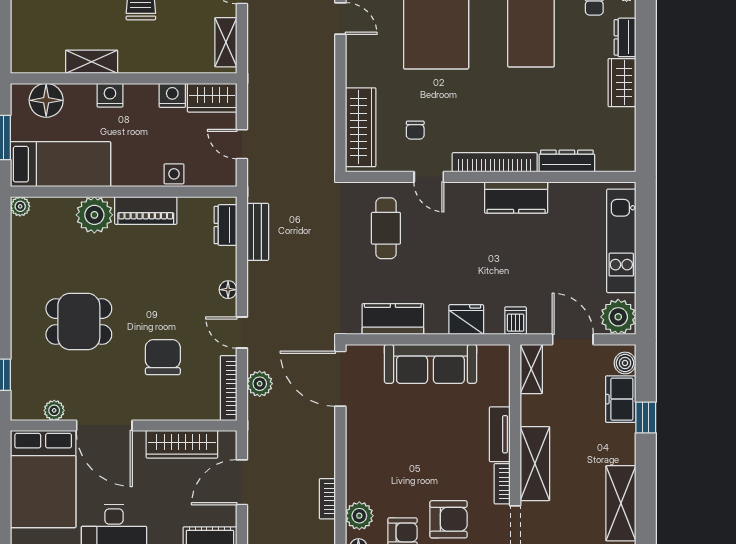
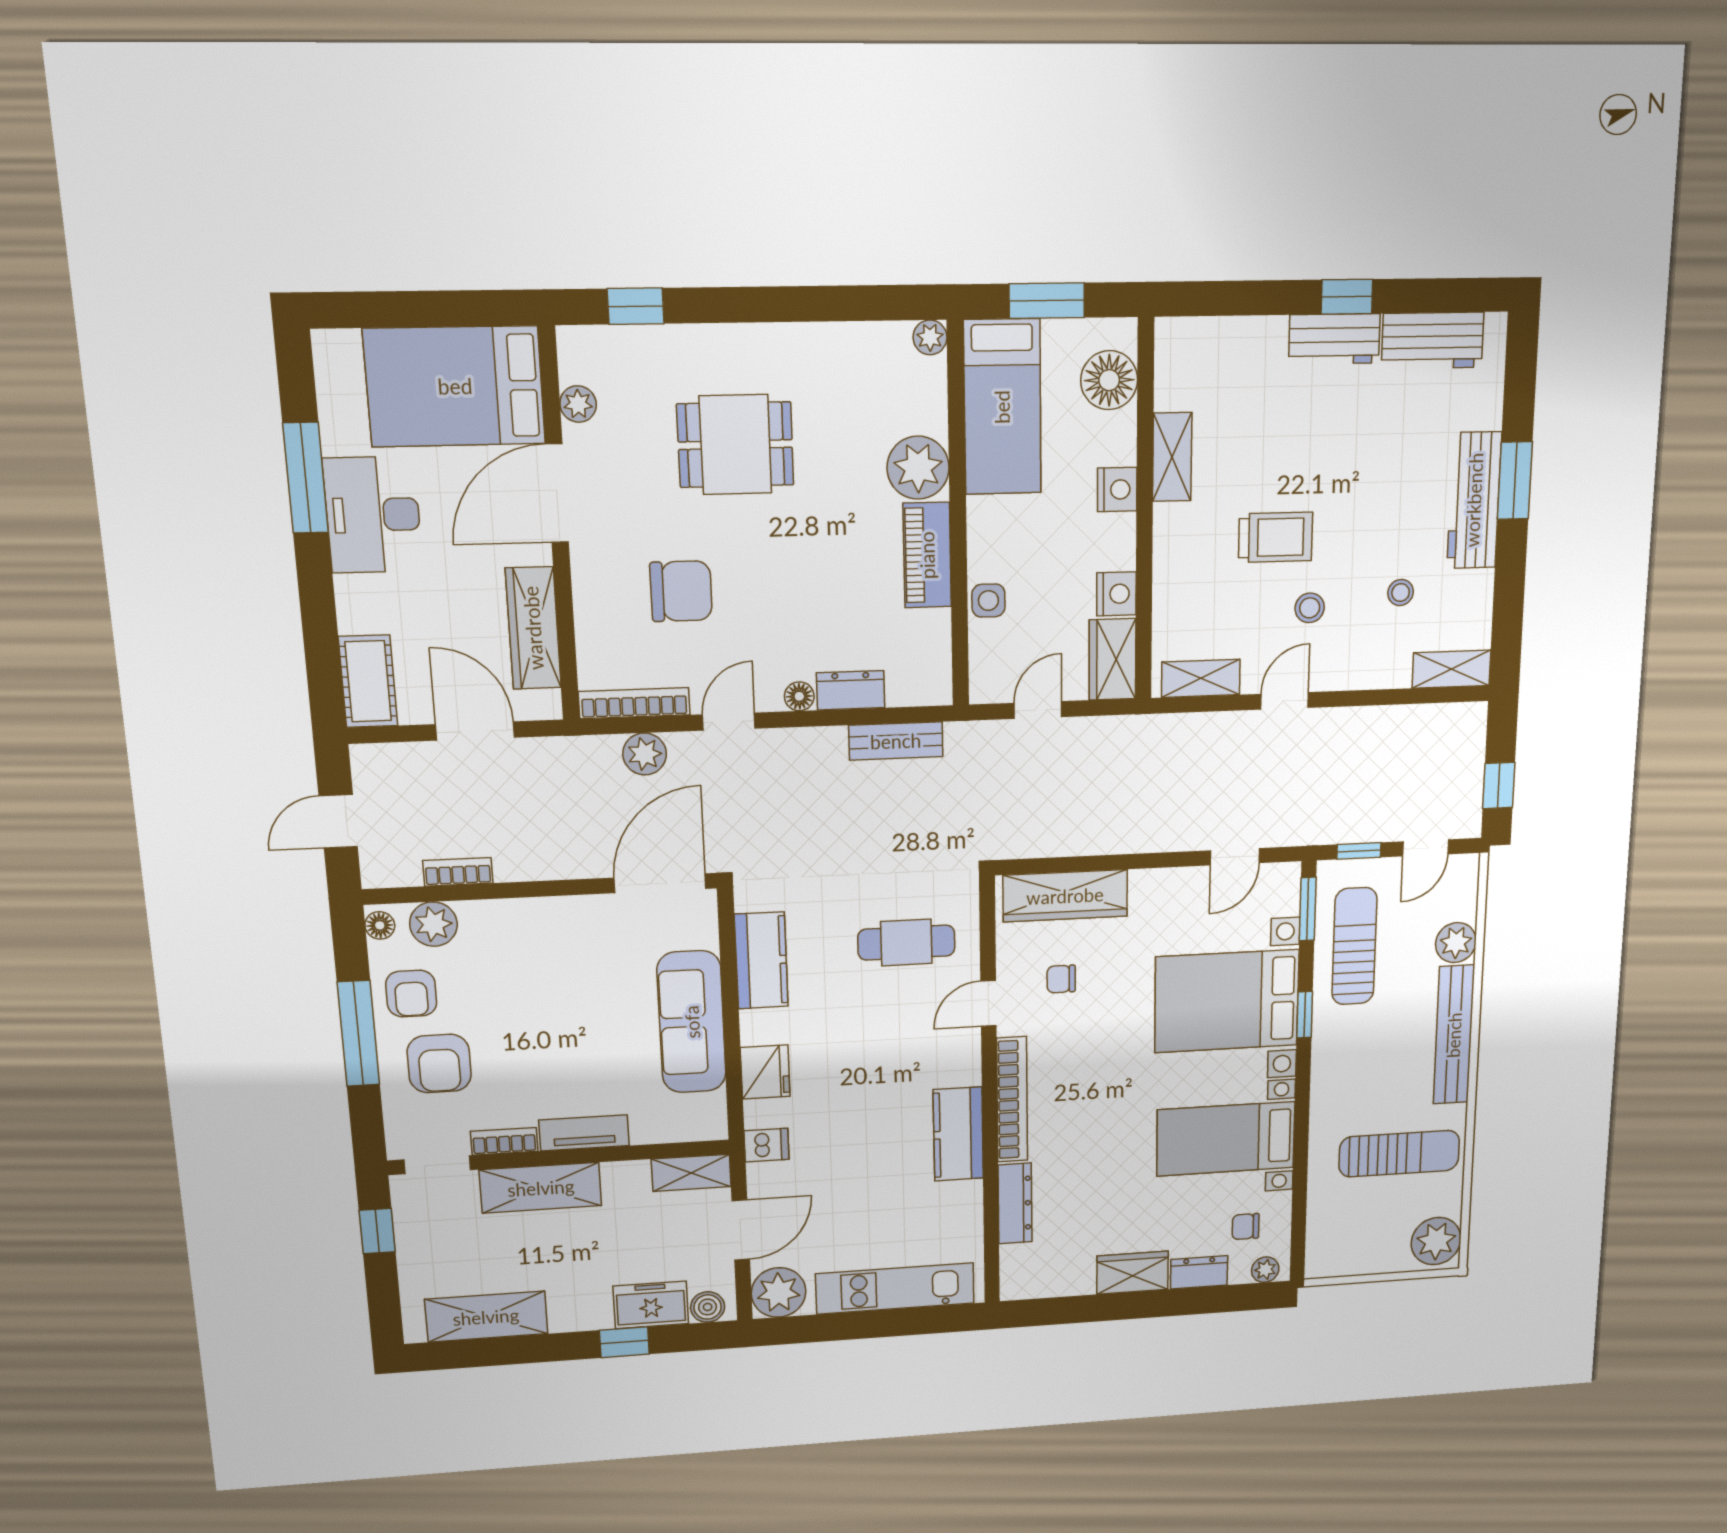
dresser: (225, 225) -> (851, 690), moved
dining table: (79, 322) -> (735, 445), turned 90

